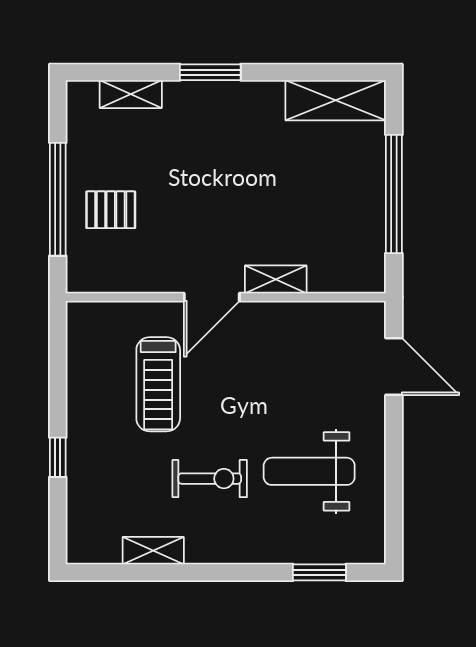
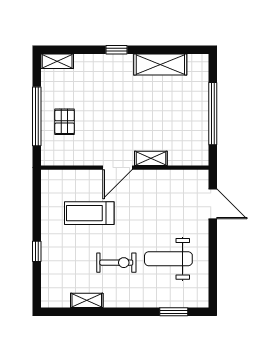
window: (210, 72) -> (117, 50), width x0.67
shelving: (131, 94) -> (57, 61), moved
shelving: (336, 100) -> (160, 65), moved
pallet: (111, 210) -> (65, 122), turned 90
treadmill: (158, 384) -> (89, 213), turned 90

